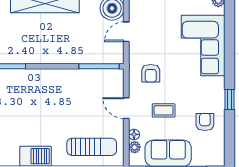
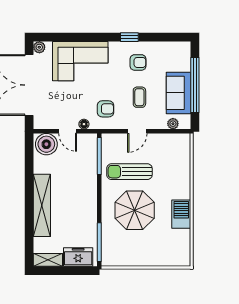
parasol: (40, 105) -> (135, 210), added
armchair: (205, 122) -> (138, 62), moved, turned 180
floor lamp: (134, 134) -> (84, 124), moved
sun lounger: (92, 147) -> (129, 172), moved, turned -90

